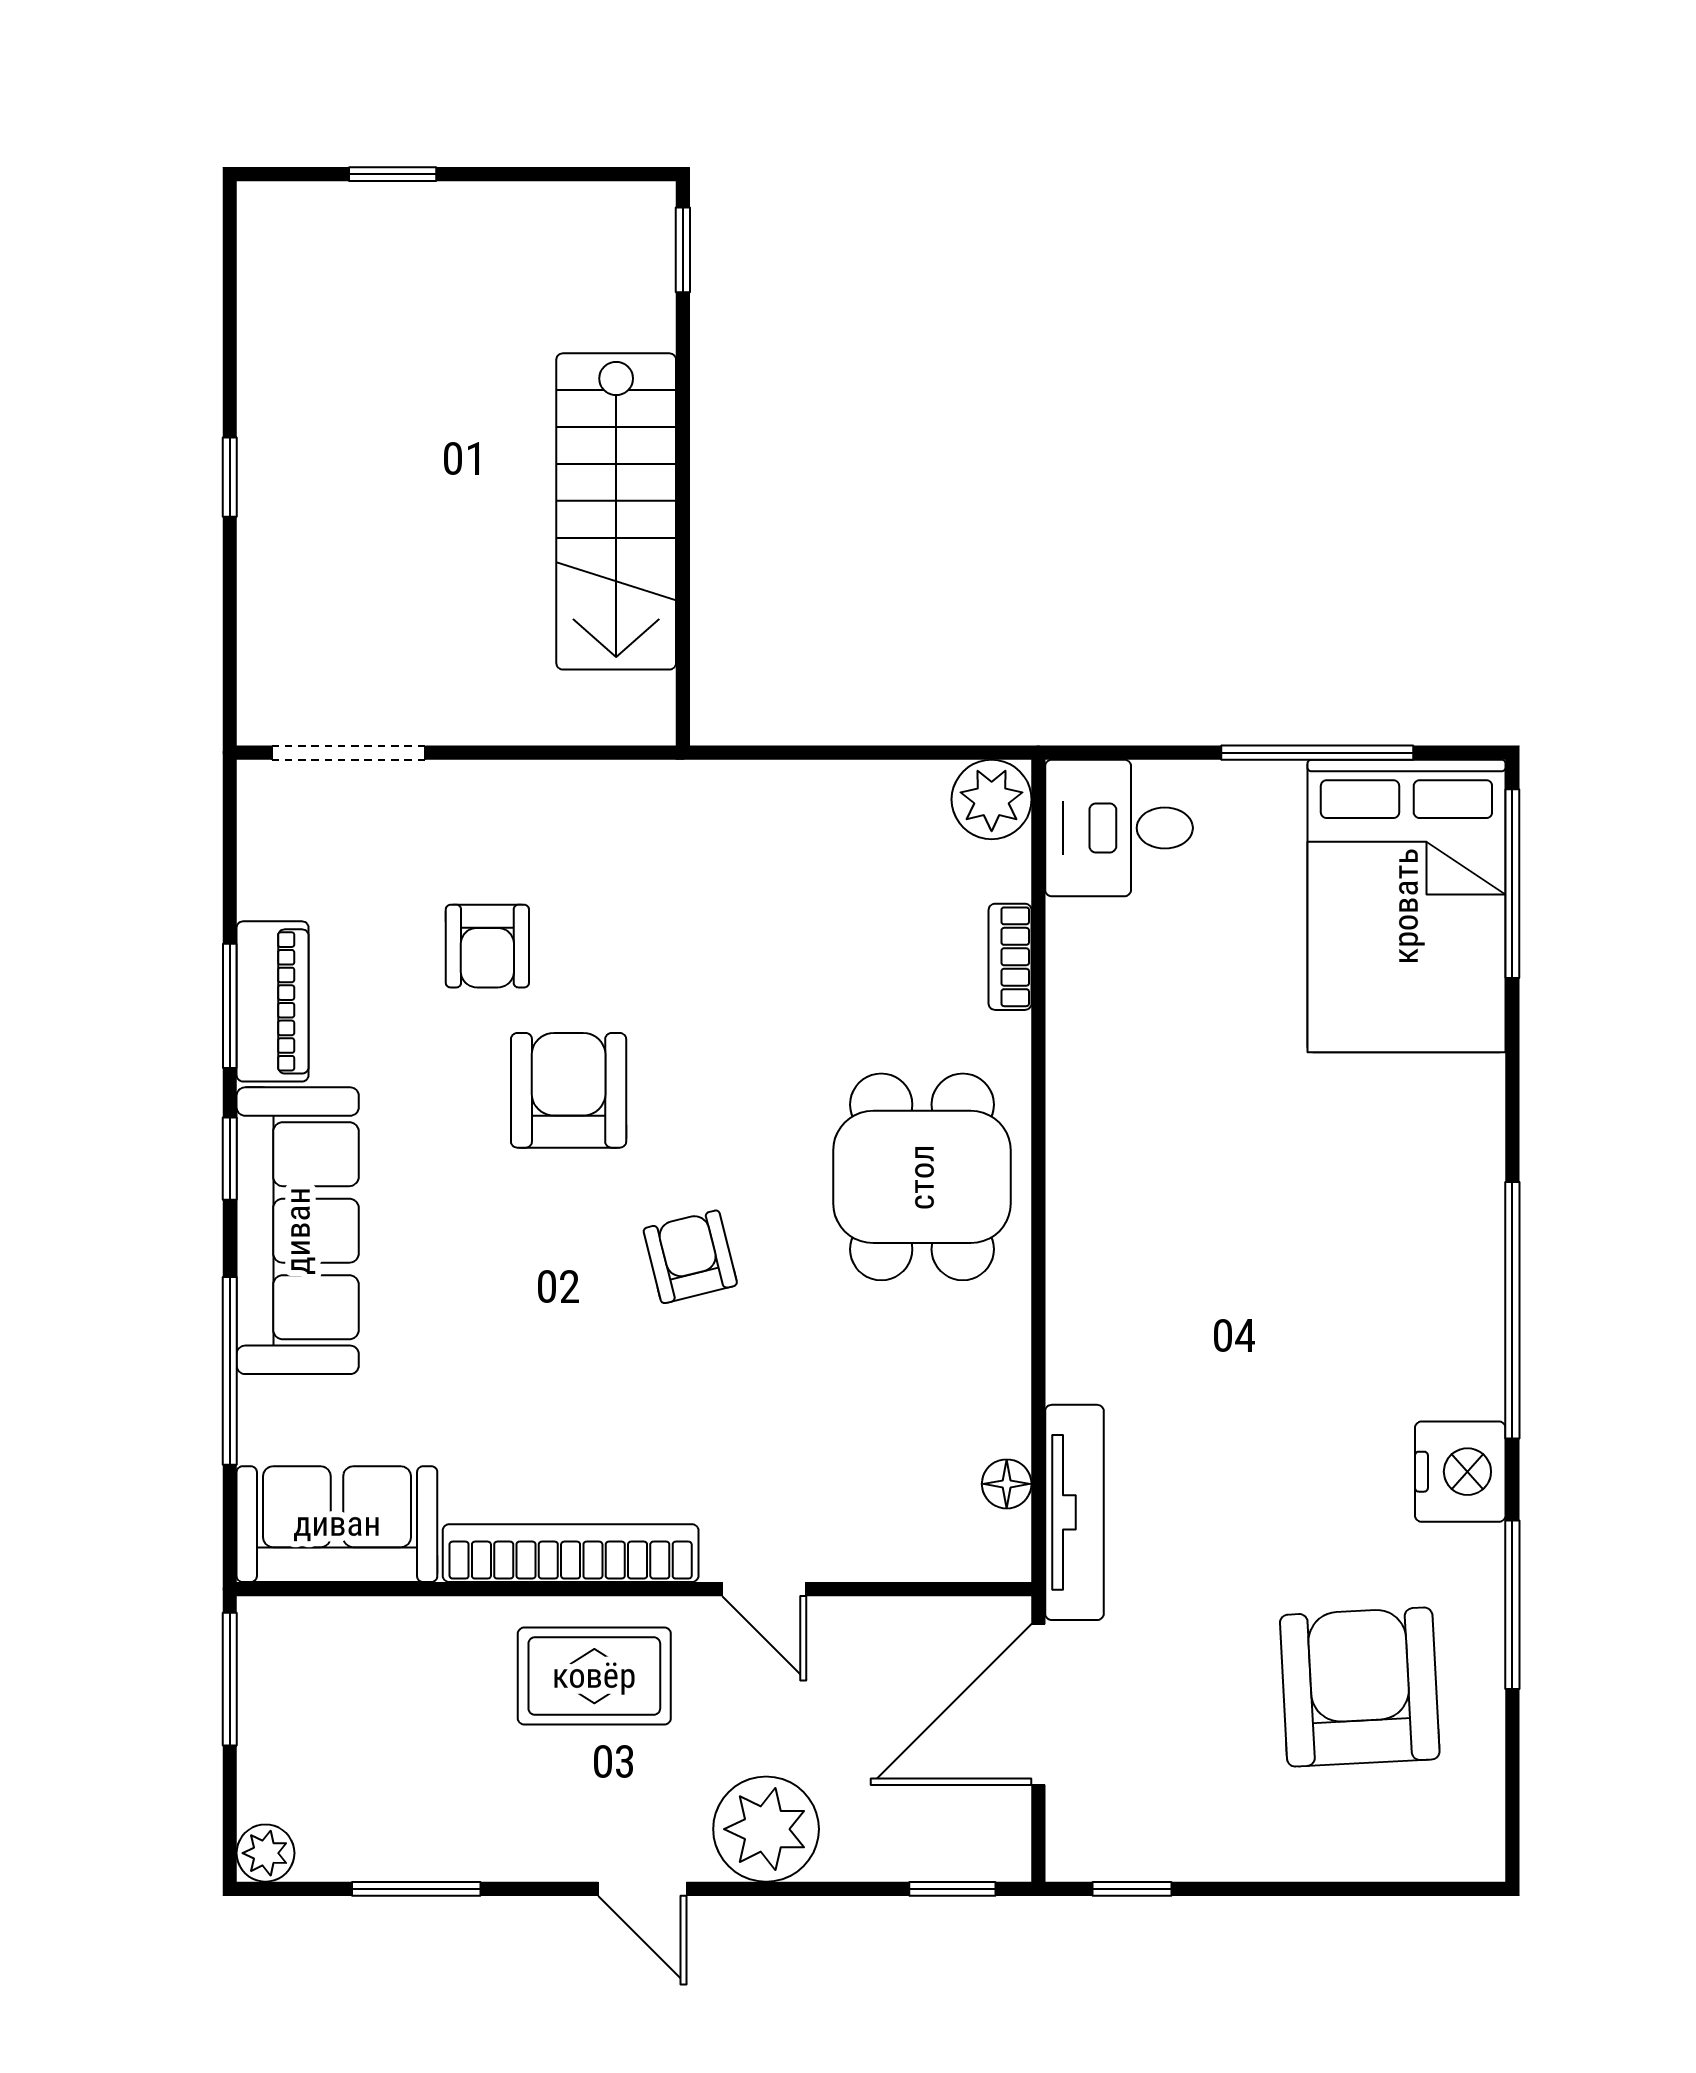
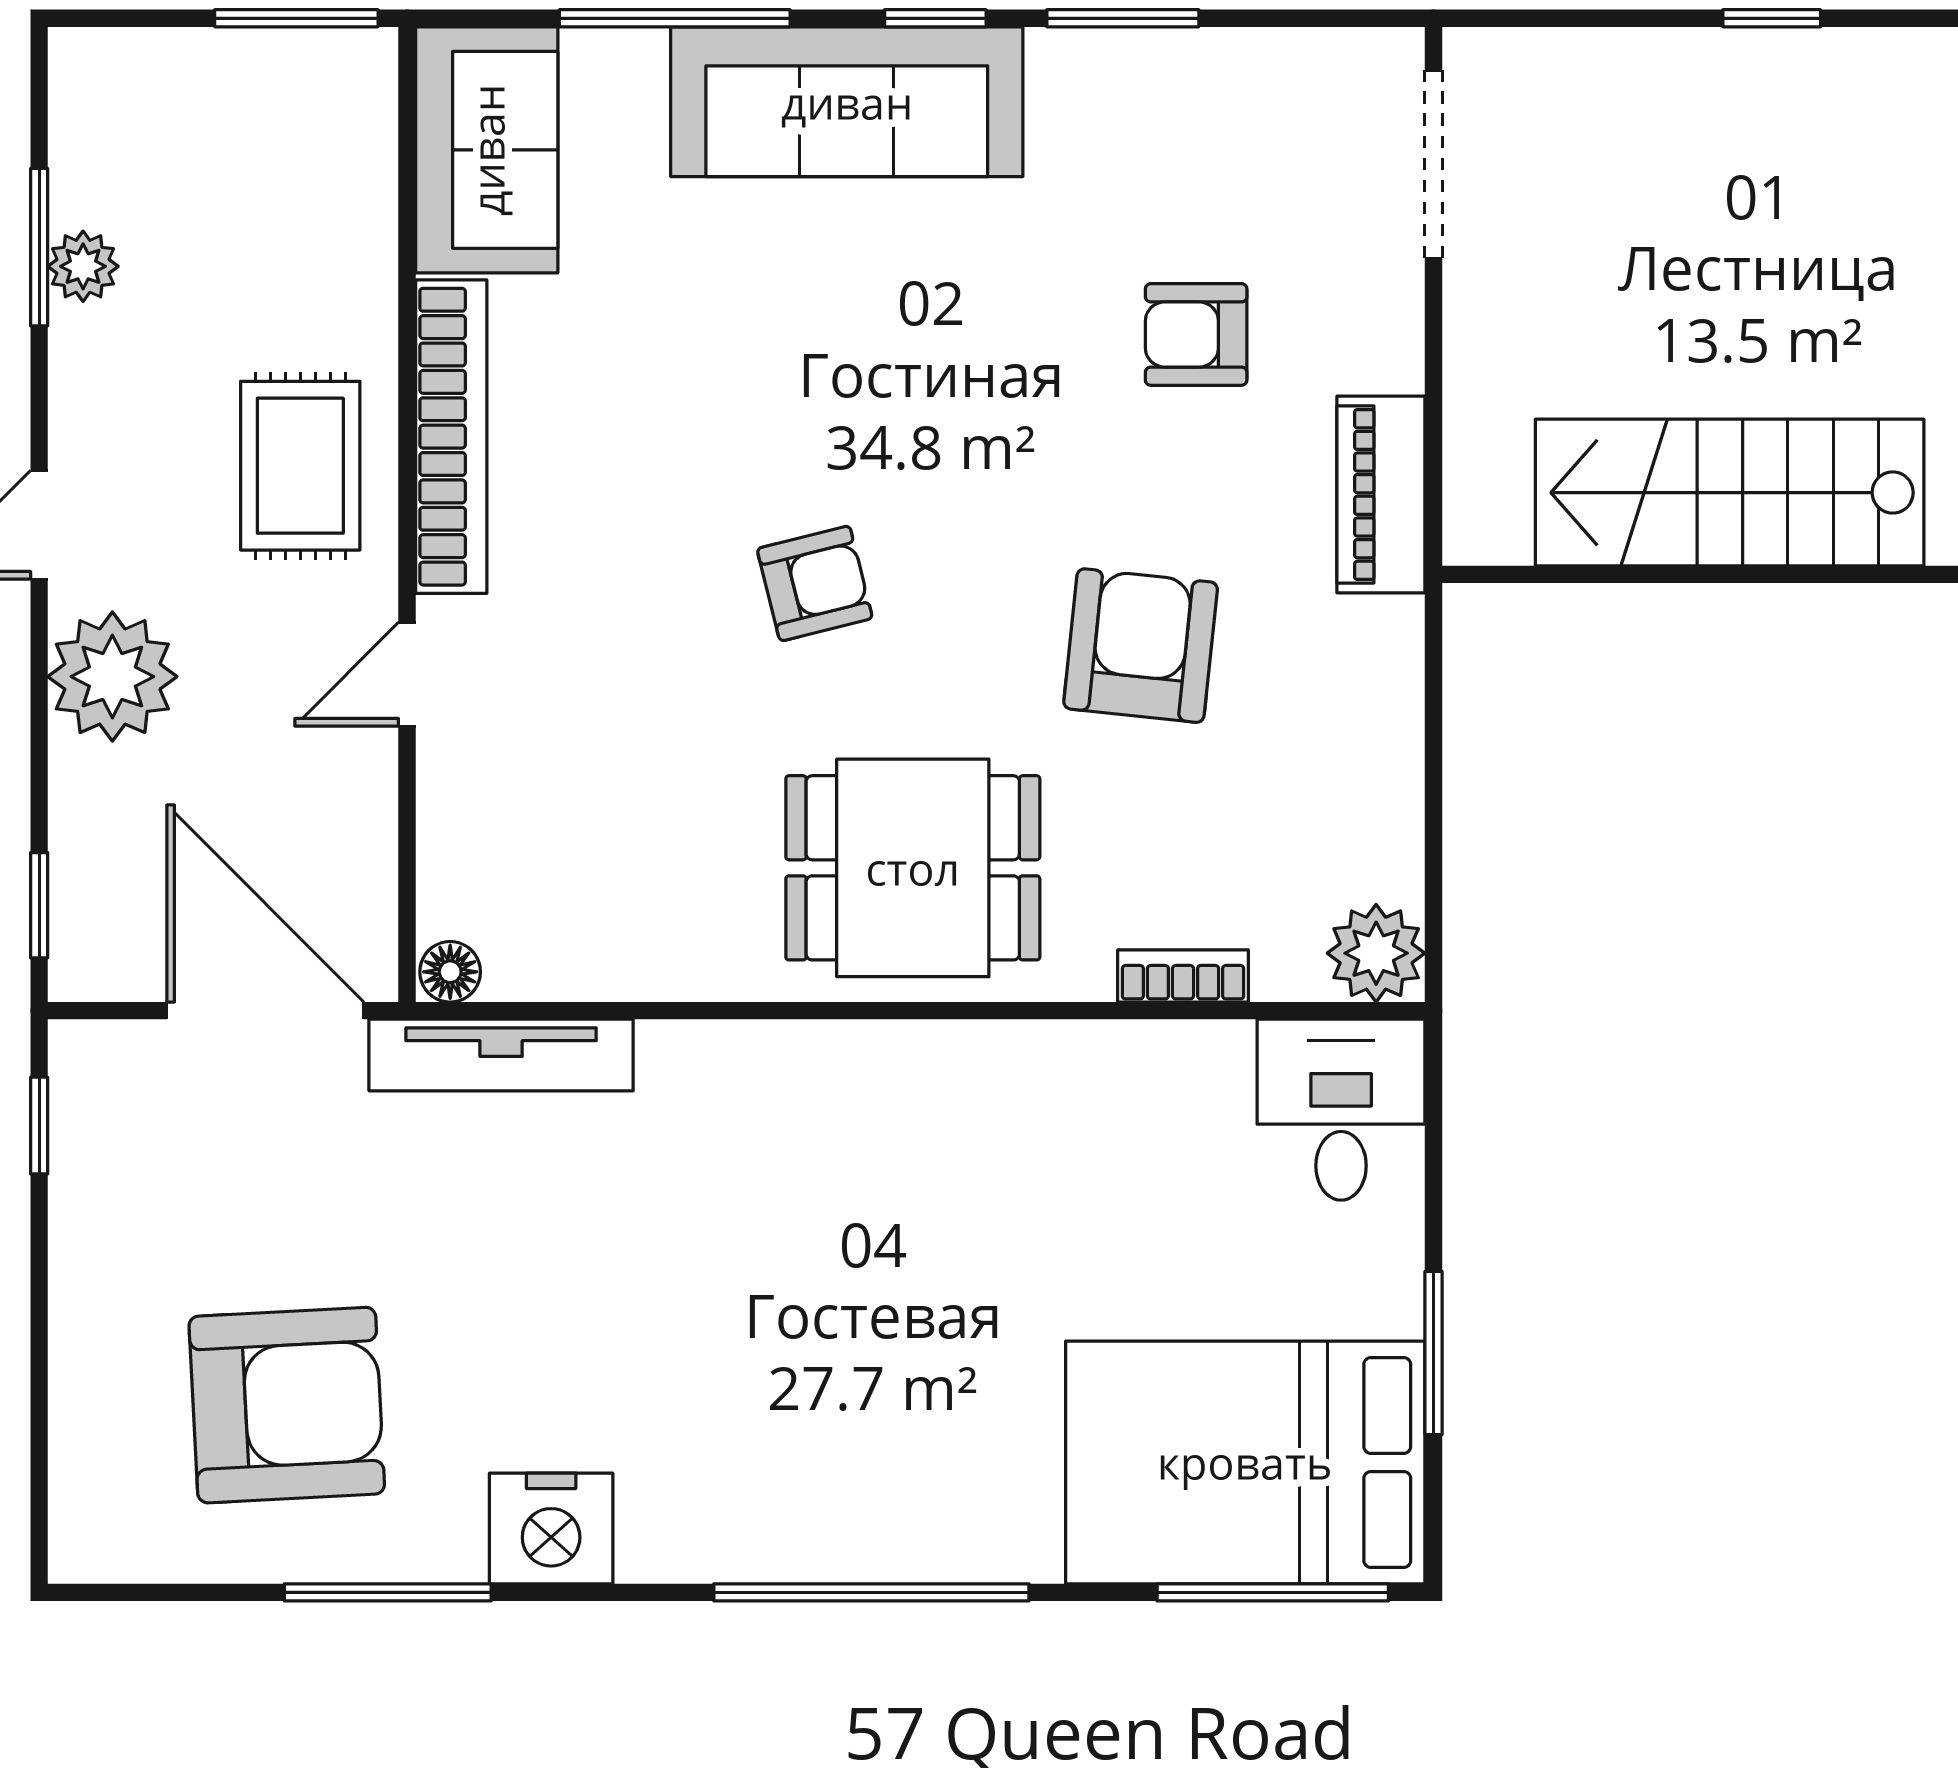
window: (1317, 753) -> (1434, 1353), width x0.69
piano: (273, 1001) -> (1381, 495), moved, turned 90
armchair: (569, 1090) -> (1141, 646), moved, turned -84
window: (1512, 1310) -> (871, 1592), moved
floor lamp: (1007, 1484) -> (450, 972), moved
plant: (265, 1853) -> (83, 266), moved

